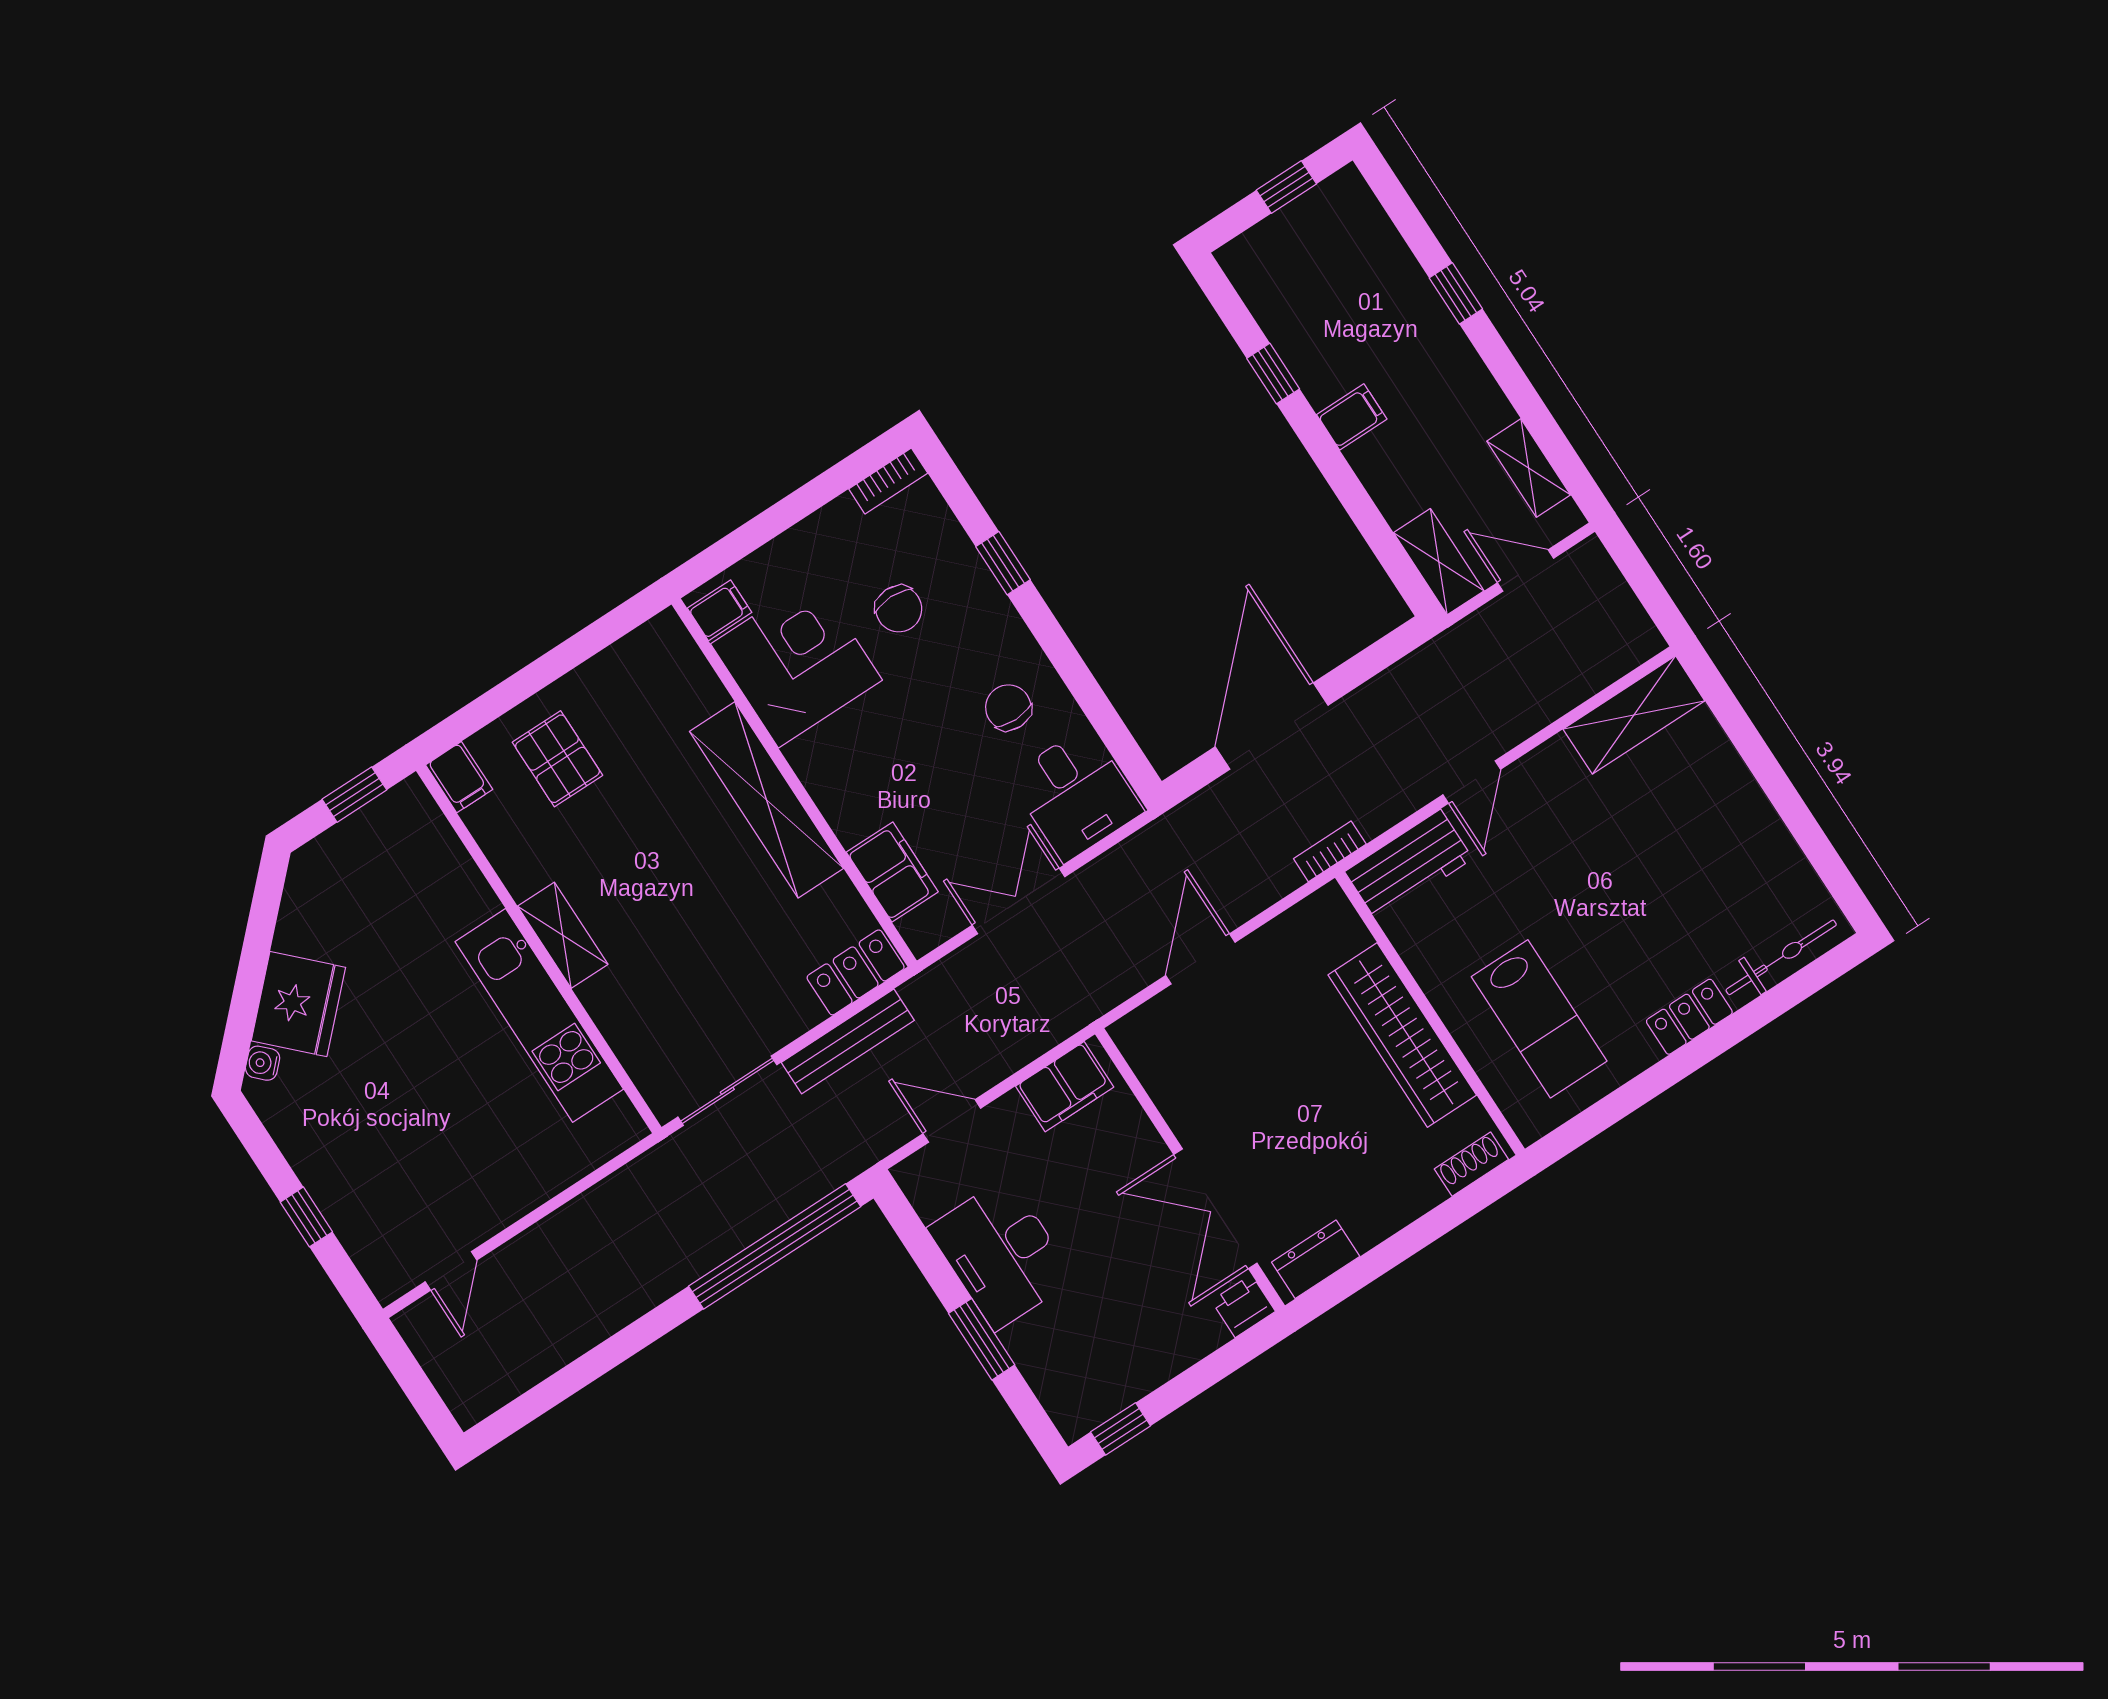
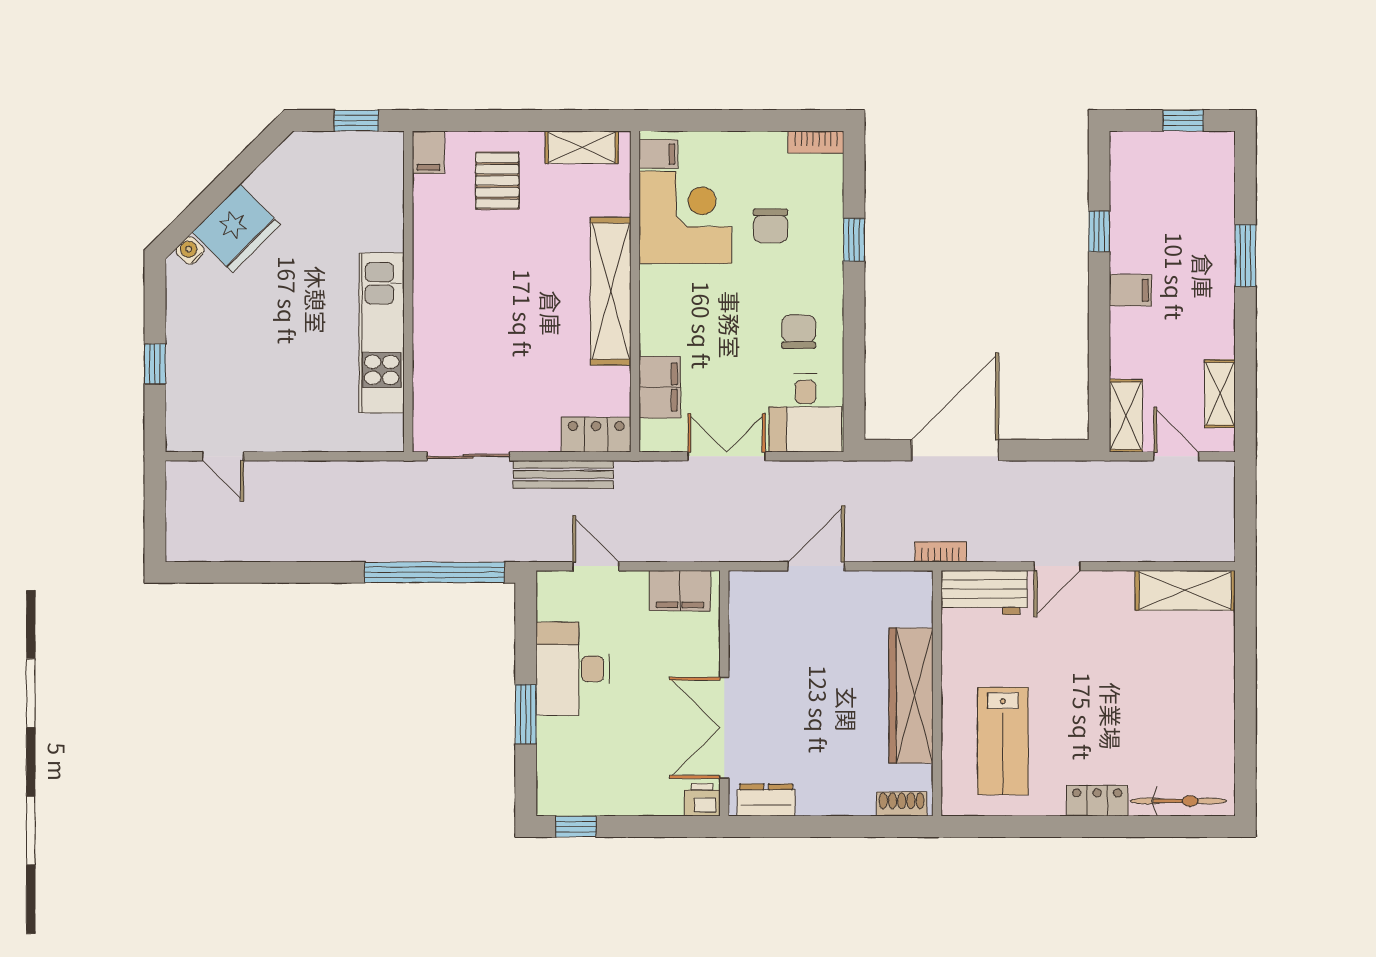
window: (1456, 293) -> (1245, 256), width x1.50
shelving: (563, 935) -> (582, 147), moved, turned 90
door: (451, 1271) -> (223, 456), hinge flipped

